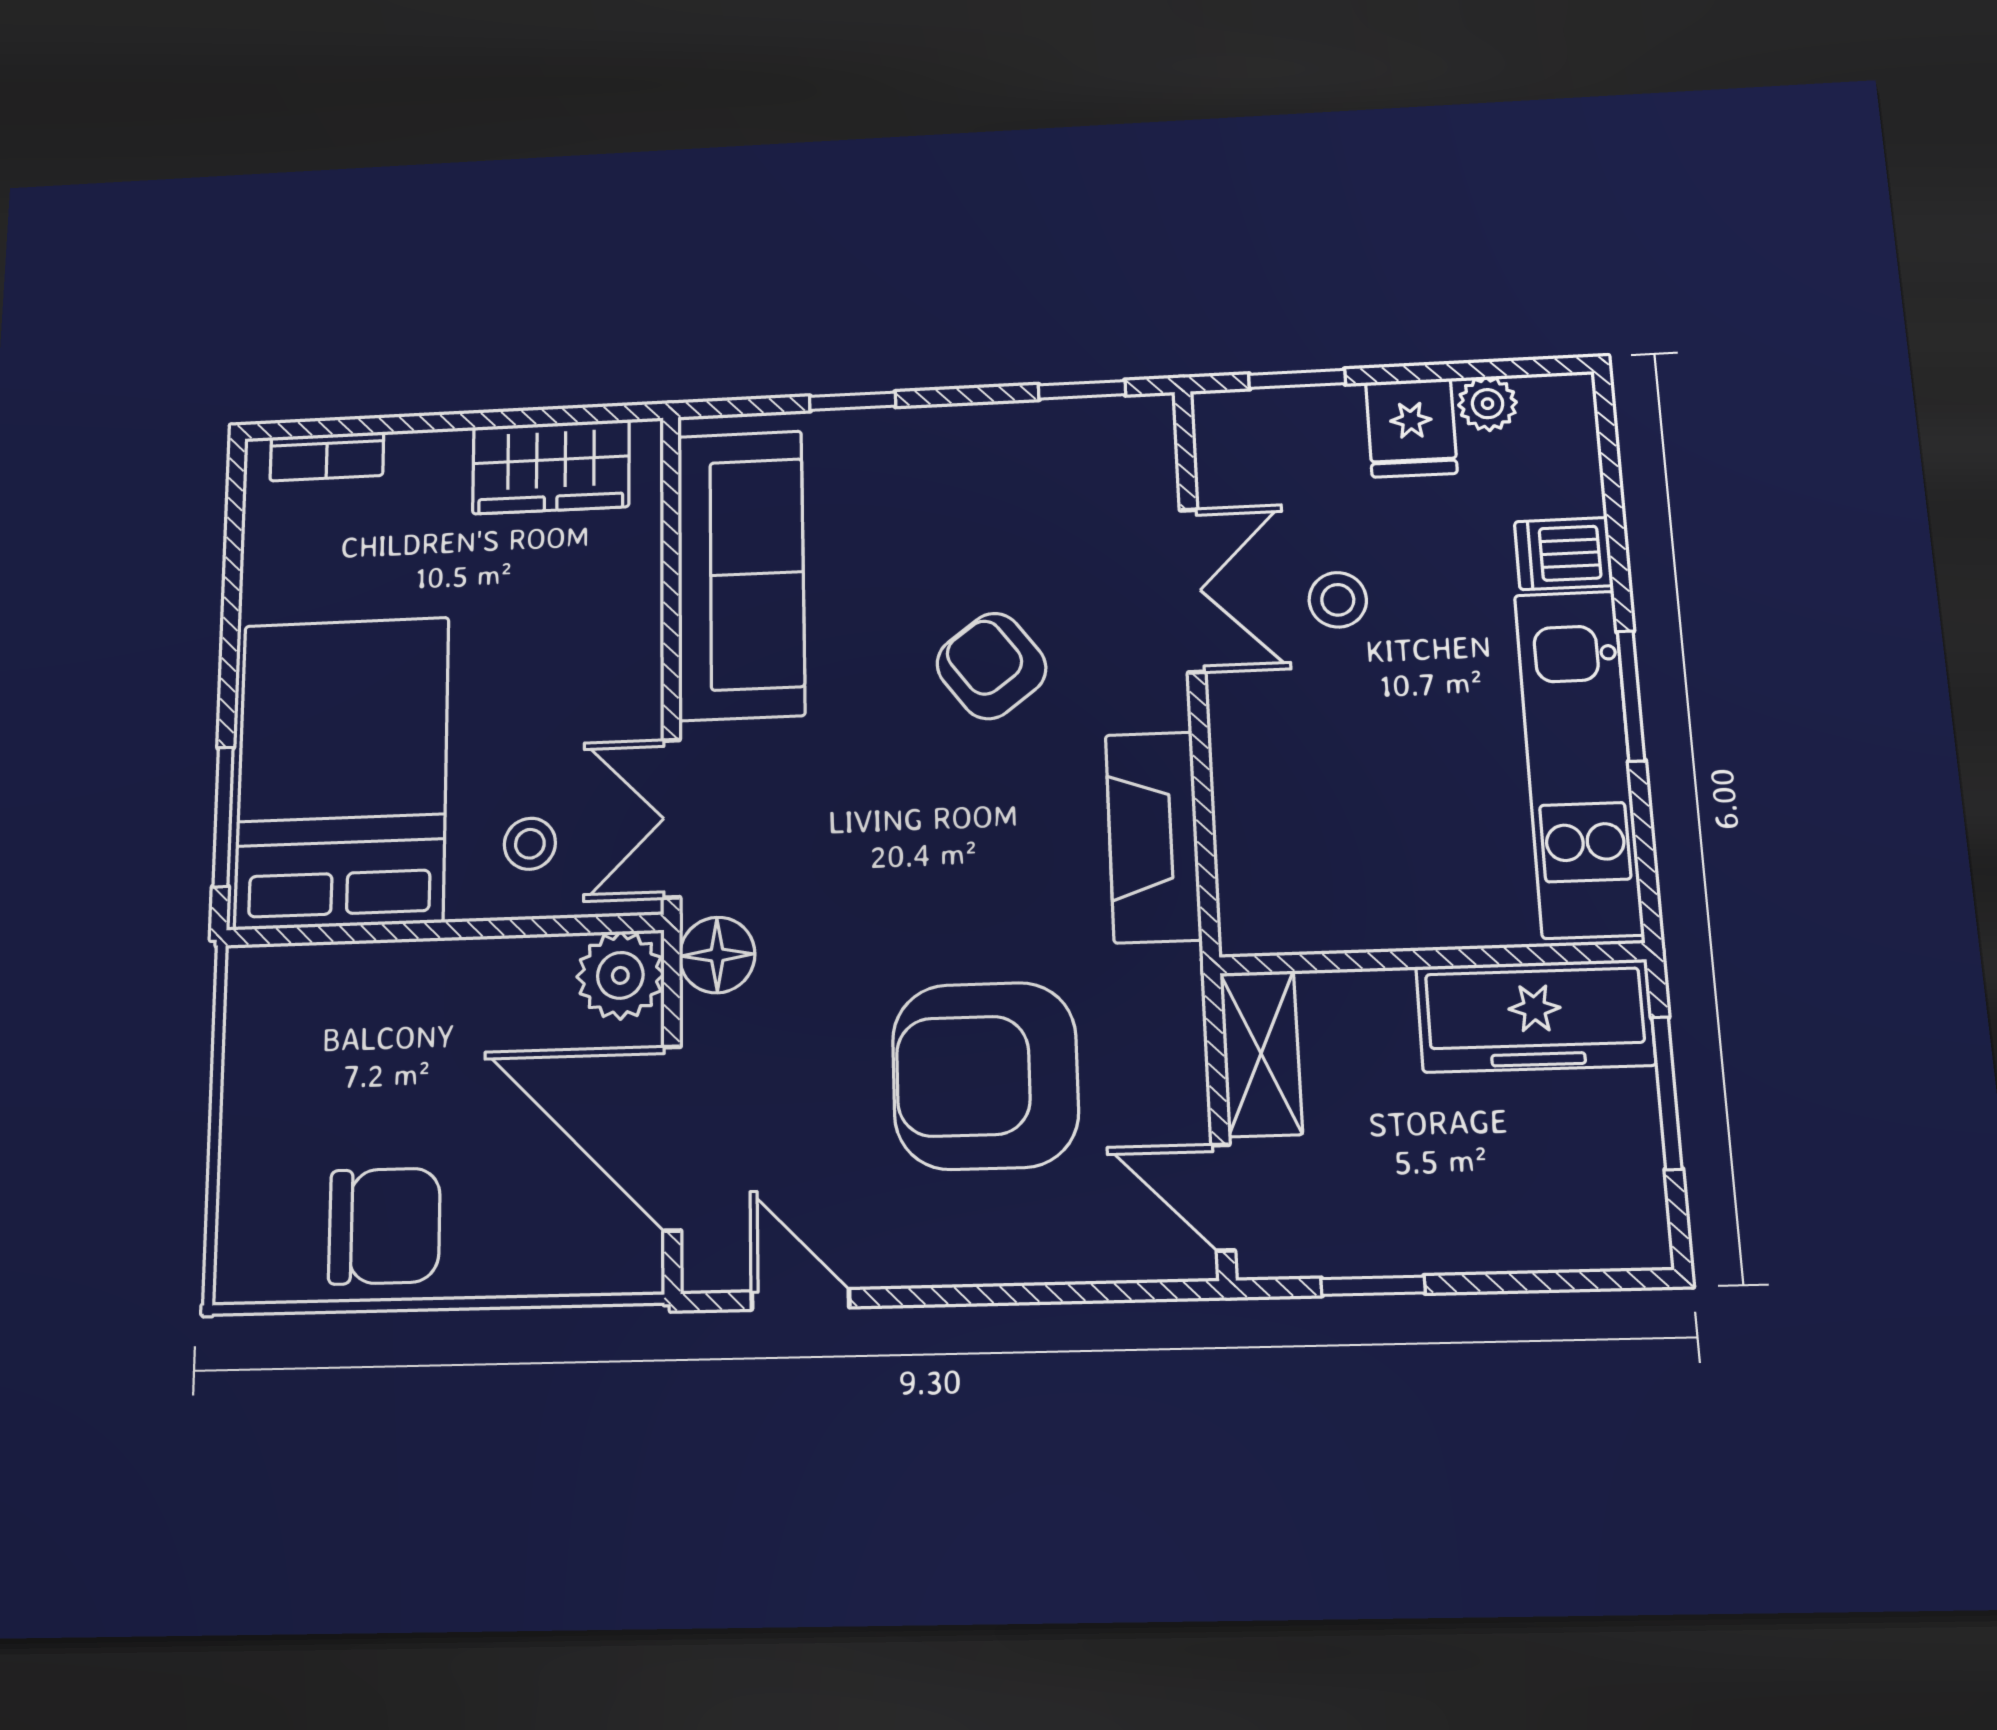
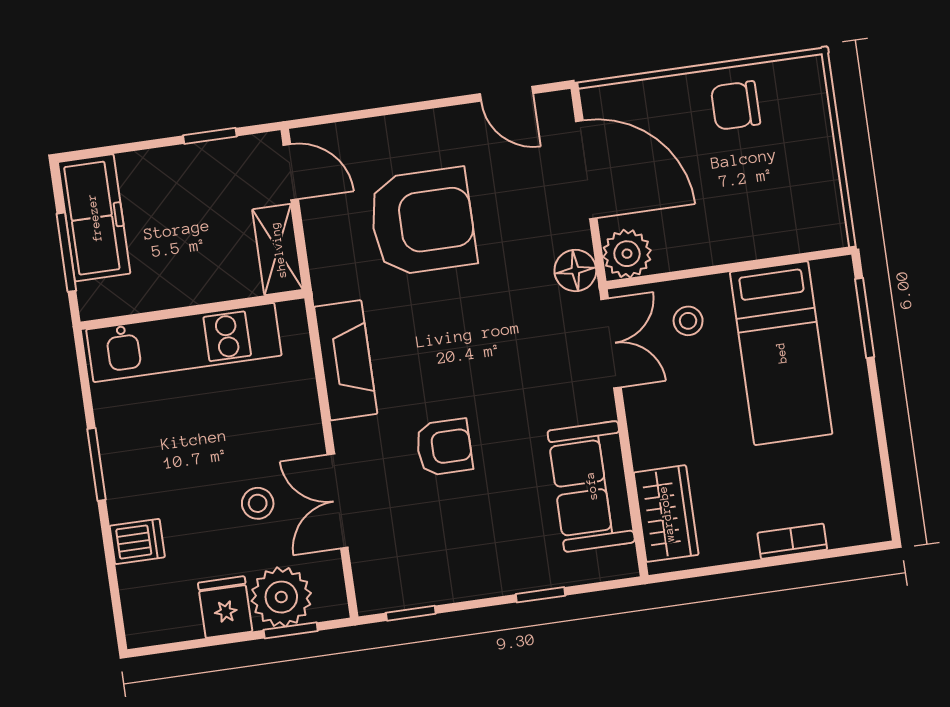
plant: (1488, 404) -> (281, 597), moved, width x1.88, depth x1.88
bookcase: (327, 456) -> (792, 541), moved
wardrobe: (551, 467) -> (666, 514), moved, turned 90
sofa: (741, 574) -> (591, 486), width x0.73
armchair: (991, 666) -> (444, 447), turned -53
kitchen unit: (1578, 763) -> (184, 342), moved, turned 90
bed: (343, 772) -> (781, 353), width x0.67
freezer: (1535, 1016) -> (94, 218), moved, turned 90
chair: (384, 1226) -> (735, 105), width x0.73, depth x0.73

